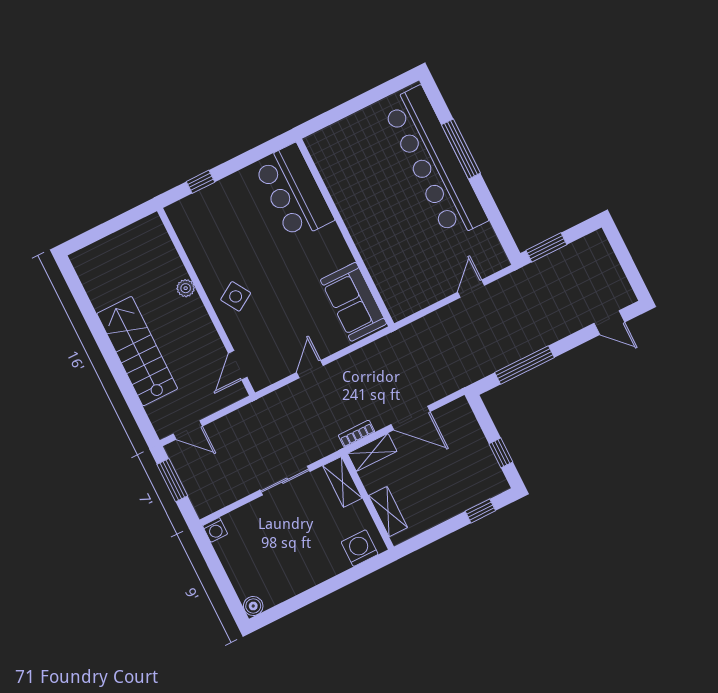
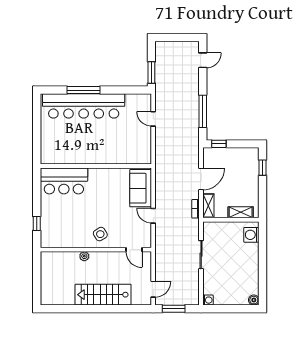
sofa: (353, 302) -> (141, 188), moved, turned 90
window: (501, 453) -> (219, 144), moved
shelving: (342, 482) -> (215, 227), removed

